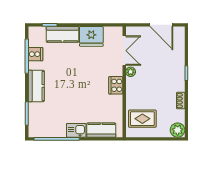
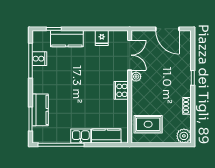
fridge: (91, 36) -> (102, 38), width x0.53, depth x0.75
kitchen counter: (36, 86) -> (40, 110), moved

